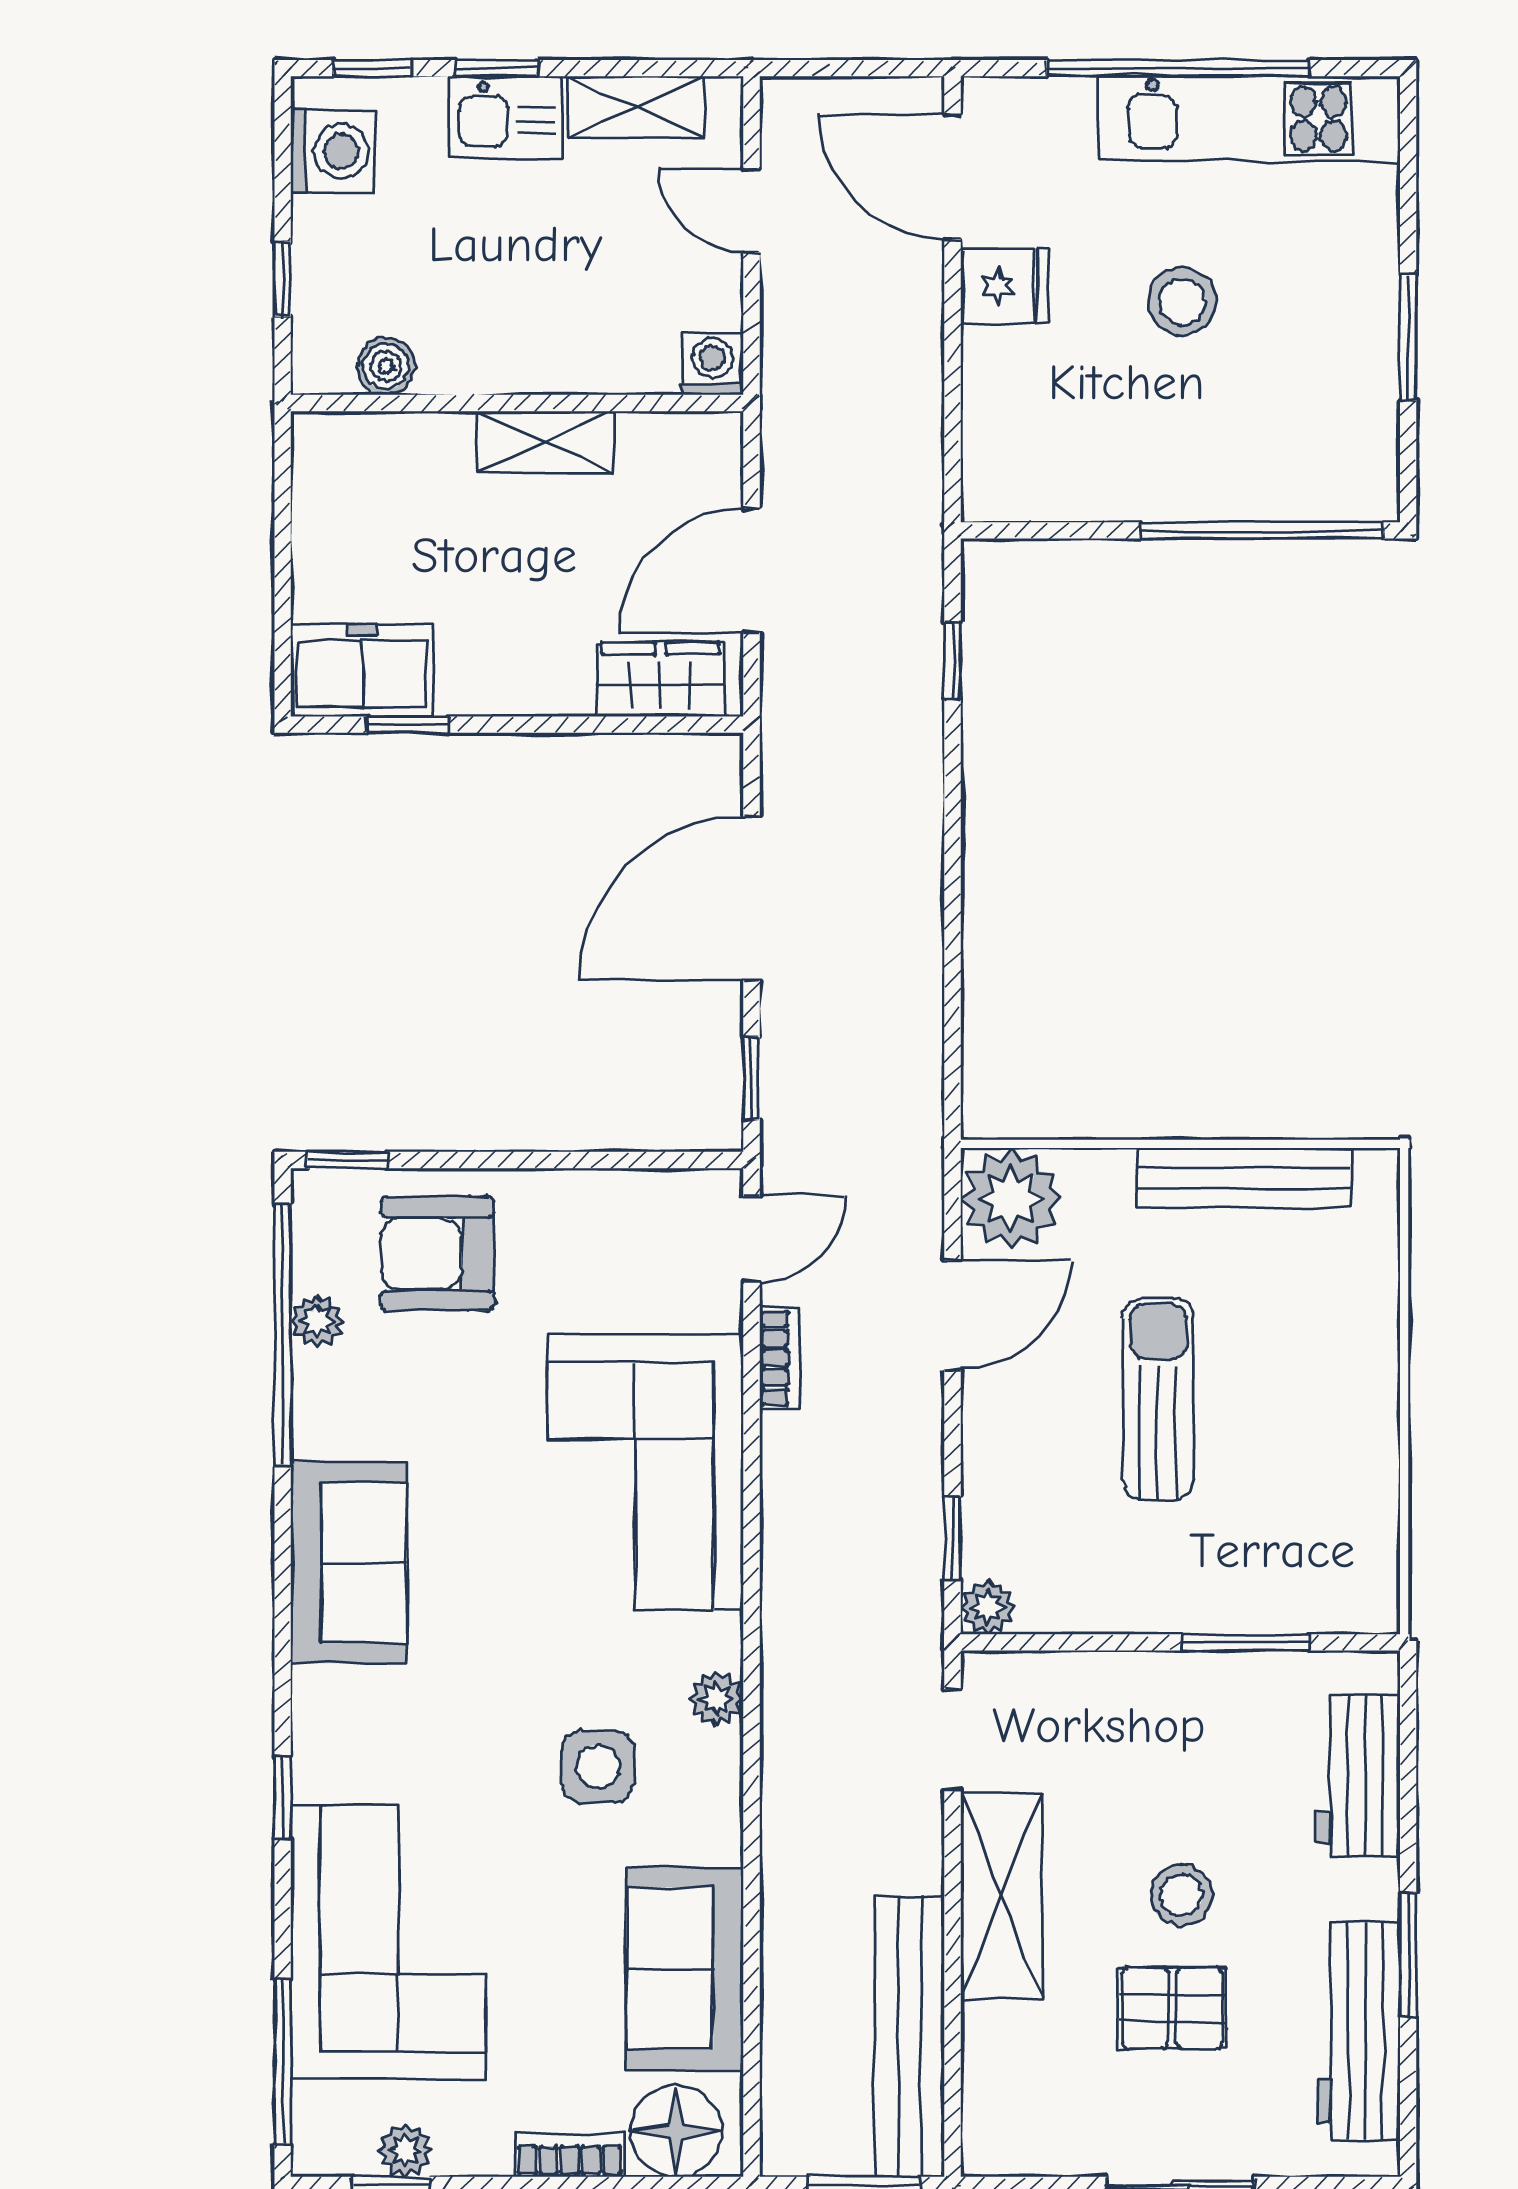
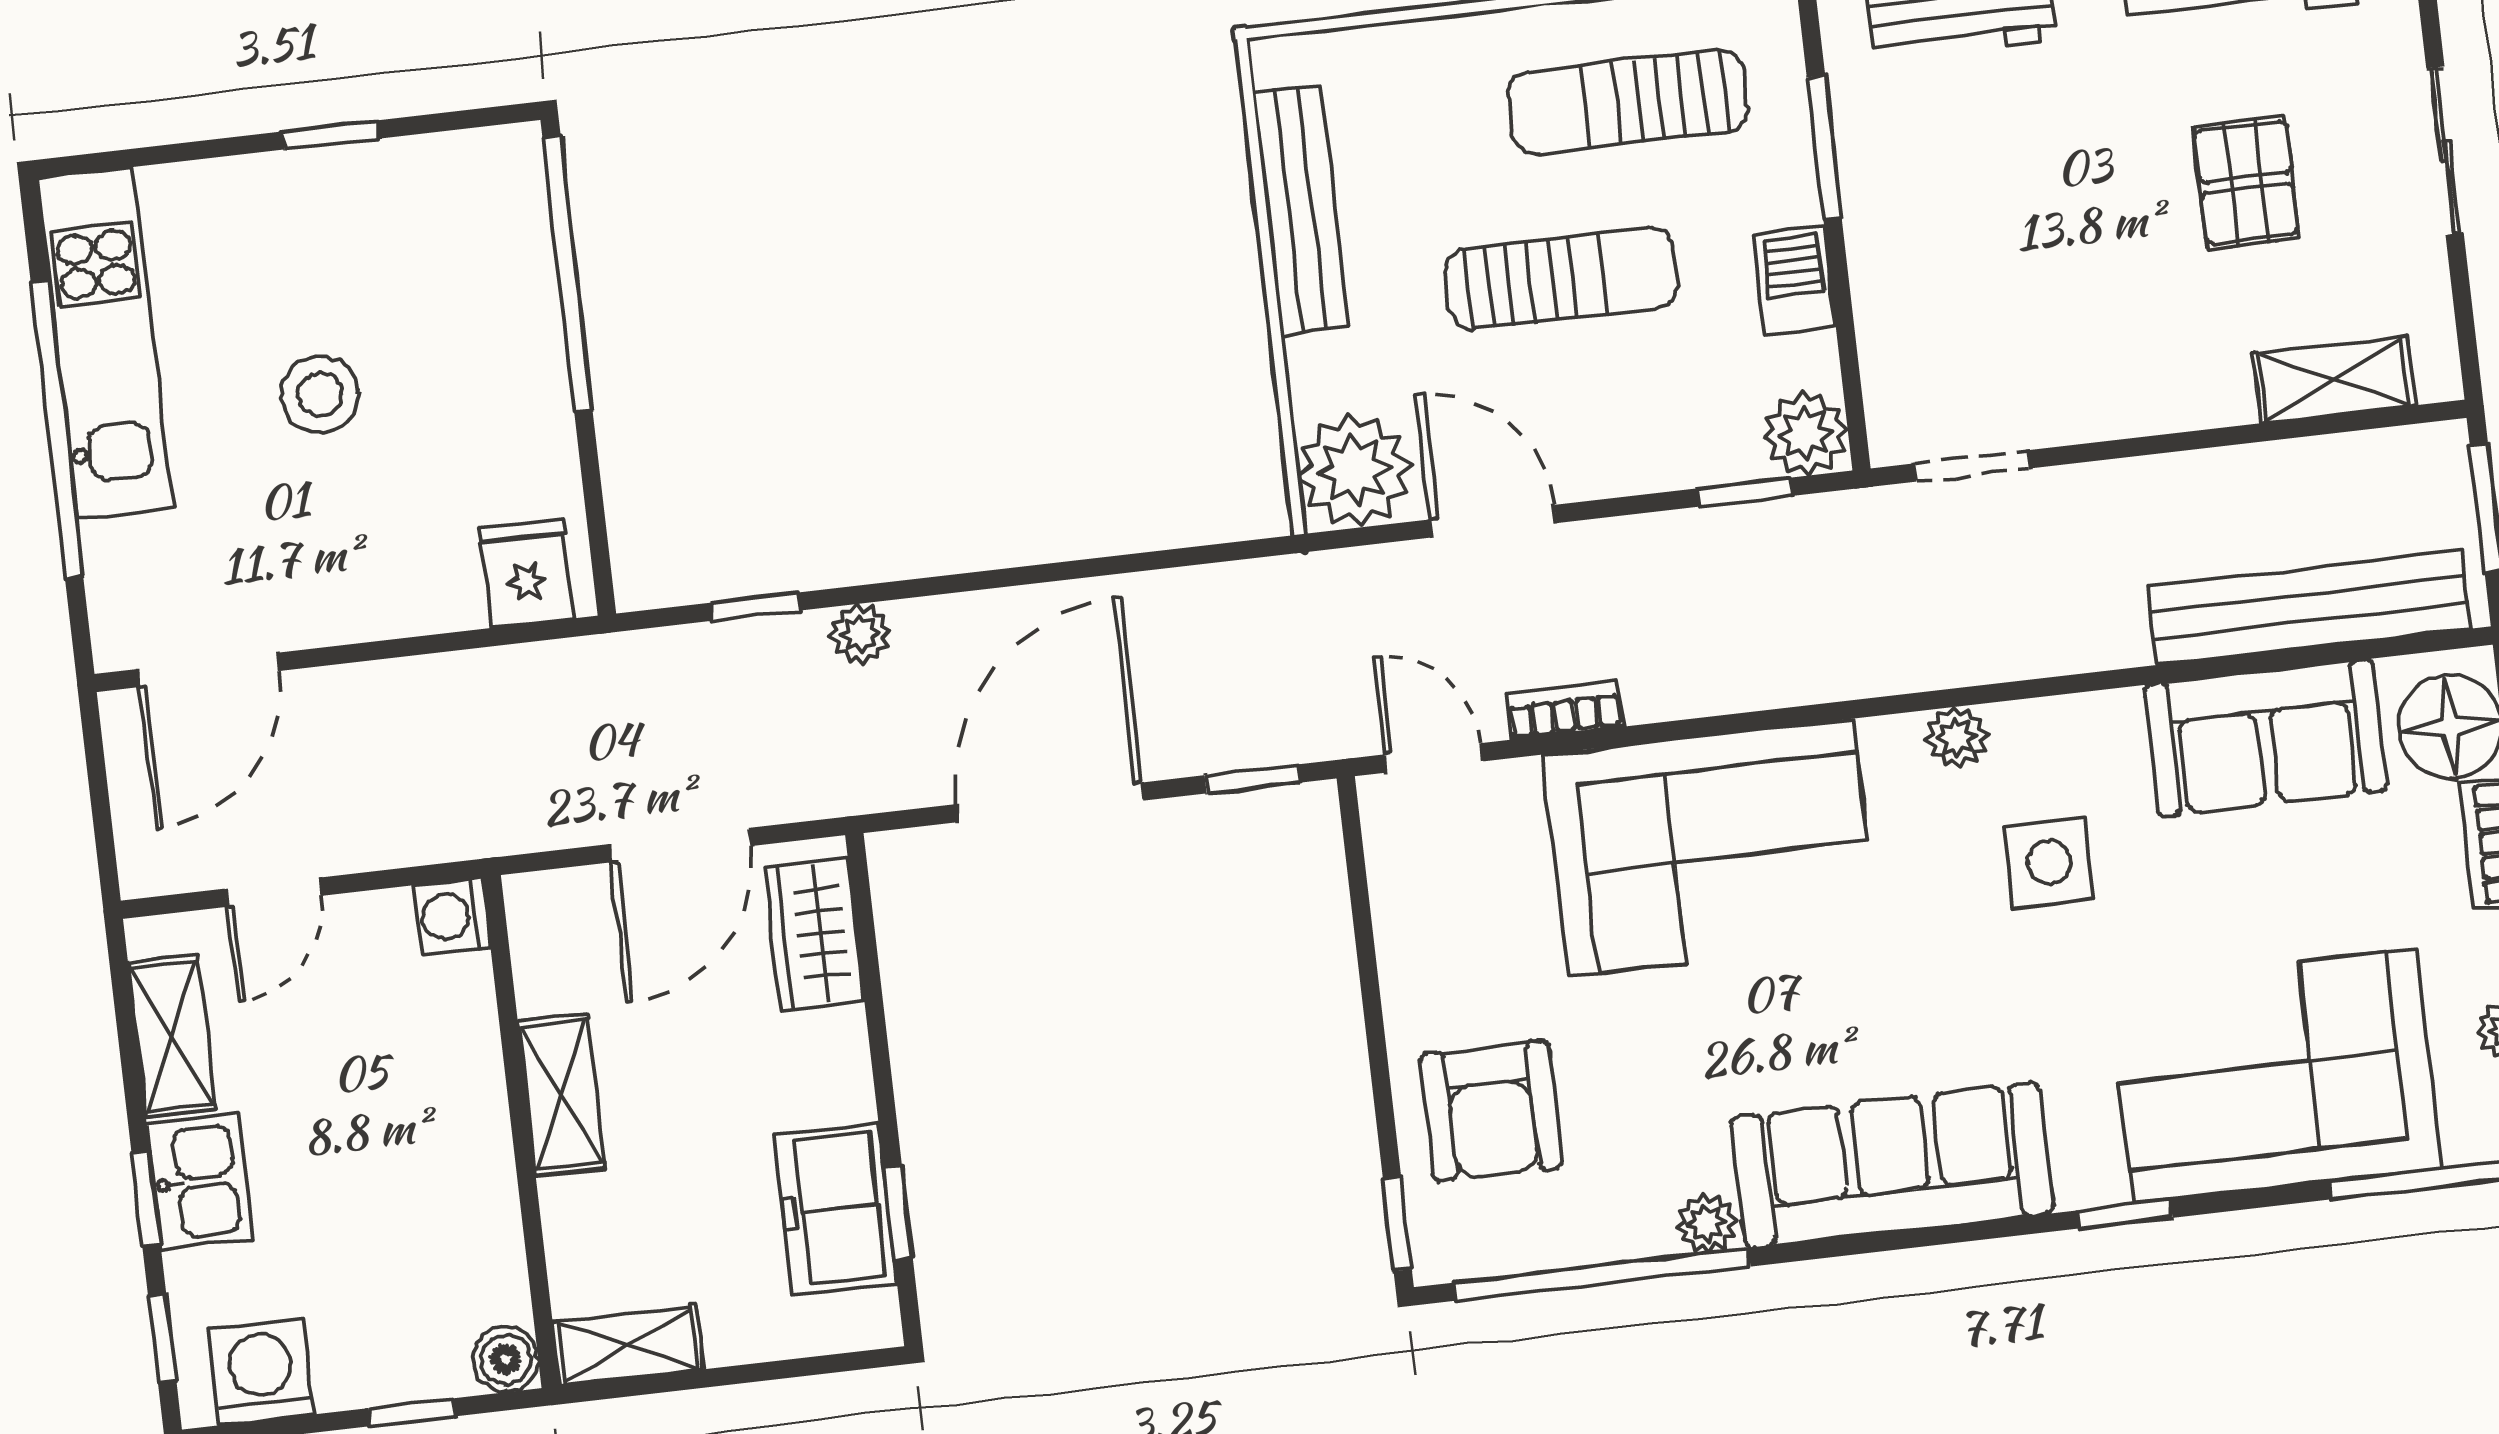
fridge: (1005, 287) -> (527, 573), moved
window: (1408, 338) -> (331, 135), width x0.67
boiler: (386, 366) -> (506, 1359), moved
shelving: (319, 475) -> (628, 1345), added
door: (752, 571) -> (680, 845), hinge flipped
freezer: (362, 670) -> (836, 1209), moved
plant: (918, 750) -> (860, 634), added
door: (752, 899) -> (1050, 802), swing flipped
plant: (317, 1321) -> (1706, 1223), moved
sun lounger: (1158, 1399) -> (1561, 278), turned 180
sun lounger: (1306, 1475) -> (1628, 102), added
sofa: (349, 1563) -> (1892, 1165), width x1.36
barbecue: (1132, 1603) -> (1795, 281), added
plant: (988, 1607) -> (1806, 433), width x1.38, depth x1.38
stool: (1181, 1895) -> (2118, 187), removed
shelving: (1002, 1897) -> (2334, 380), moved, width x0.67, depth x0.75
bench: (910, 2037) -> (2309, 608), moved

